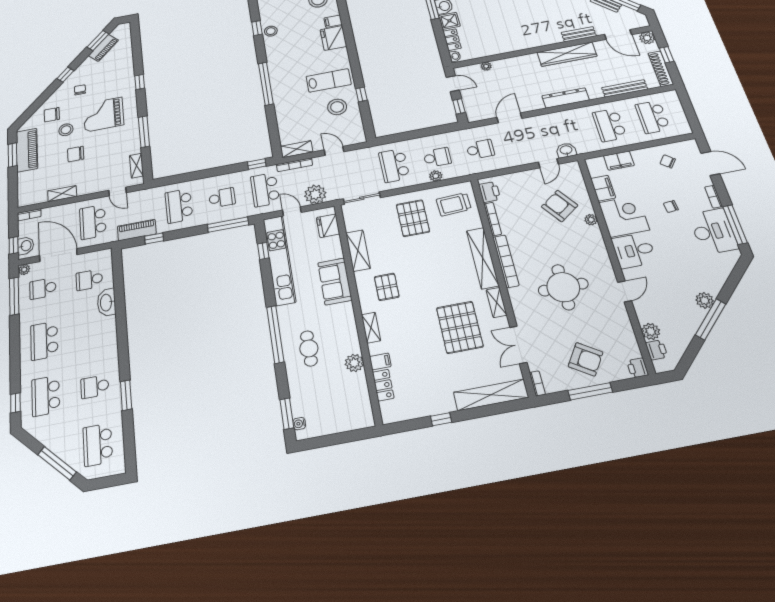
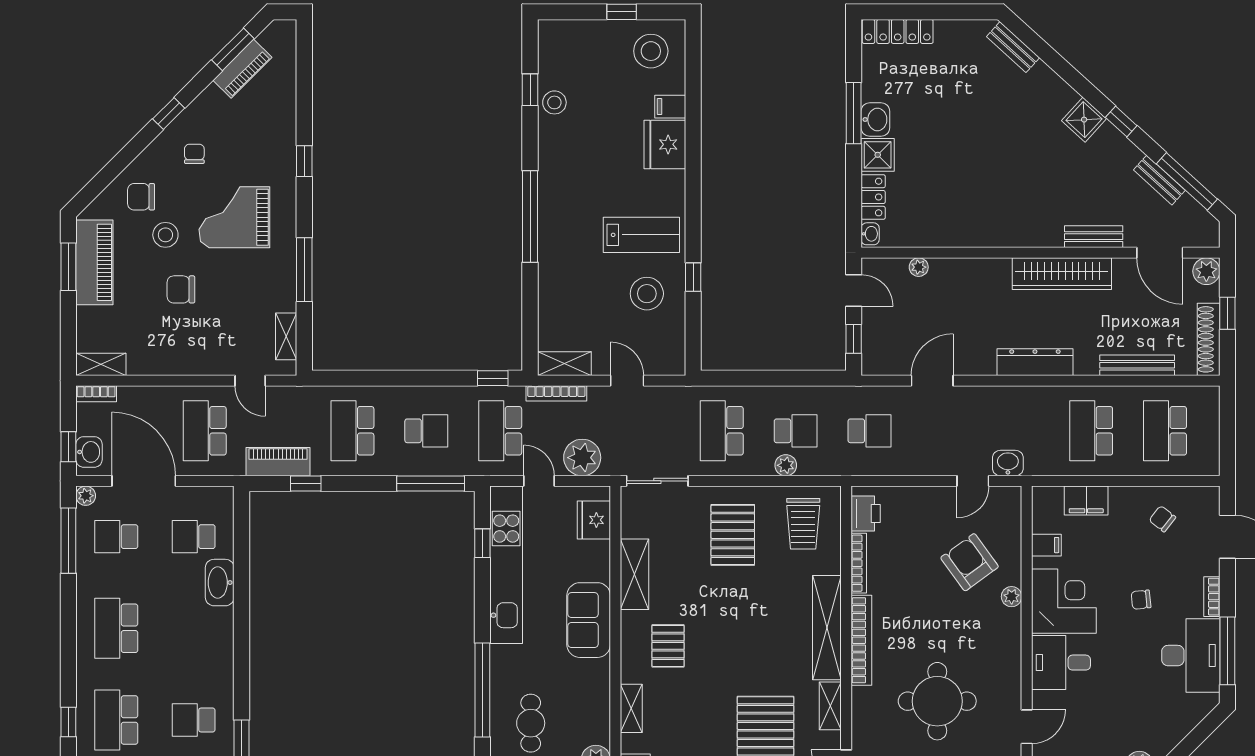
filing cabinet: (603, 188) -> (1046, 545), width x0.50
shelving: (62, 194) -> (101, 364), moved
trolley: (454, 204) -> (803, 524), turned -87

